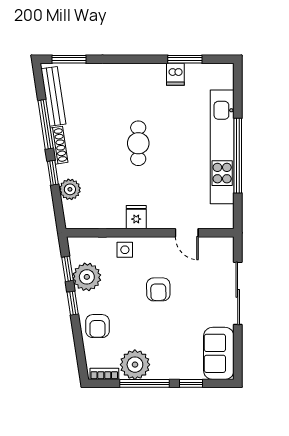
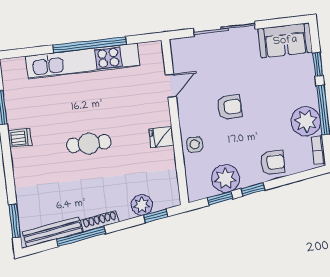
dishwasher: (175, 74) -> (20, 138), moved
window: (53, 173) -> (156, 216), moved

